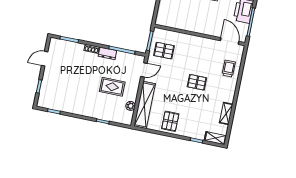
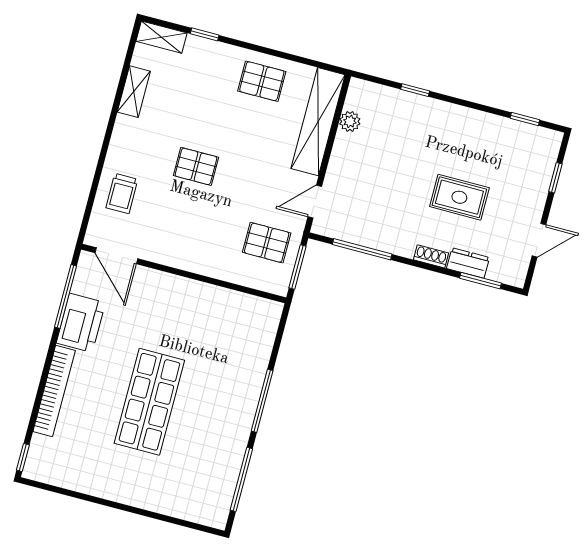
dresser: (107, 53) -> (468, 263), moved
rug: (112, 87) -> (459, 197), moved
pallet: (170, 121) -> (262, 81), turned 90

